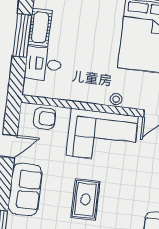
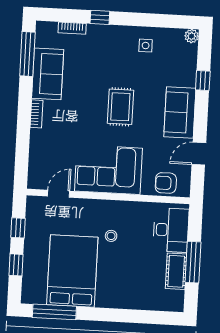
desk: (43, 64) -> (171, 230), width x1.37
stool: (116, 99) -> (111, 236), moved

